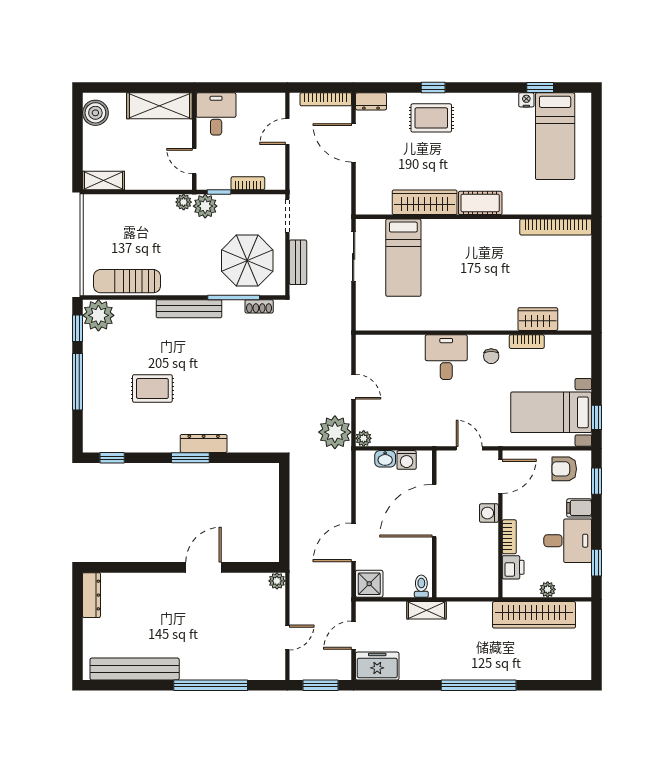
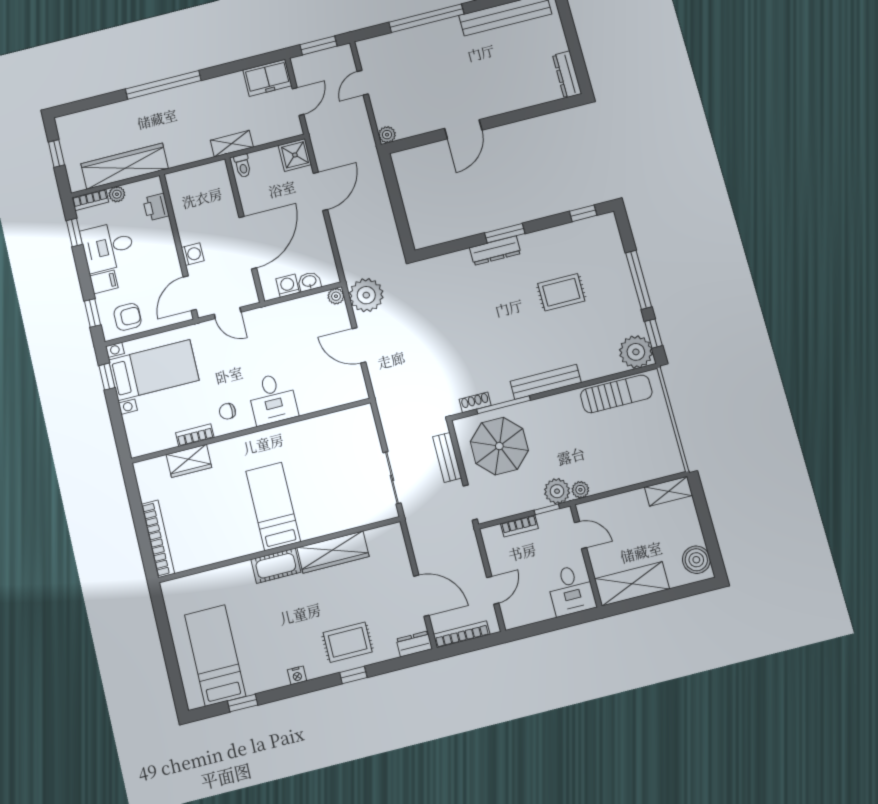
nightstand: (526, 100) -> (297, 675), moved
bookcase: (556, 227) -> (158, 539), moved, turned 90
bed: (403, 258) -> (273, 506), moved
chair: (491, 356) -> (227, 411), turned -90
door: (354, 387) -> (359, 345), width x1.38
bookcase: (509, 537) -> (90, 200), moved, turned -90
window: (597, 644) -> (56, 153), added

